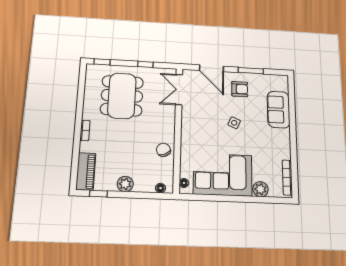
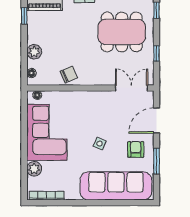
armchair: (240, 89) -> (136, 149), turned 180
sofa: (279, 110) -> (116, 186), width x1.85, depth x1.27
plant: (125, 184) -> (34, 52), moved

